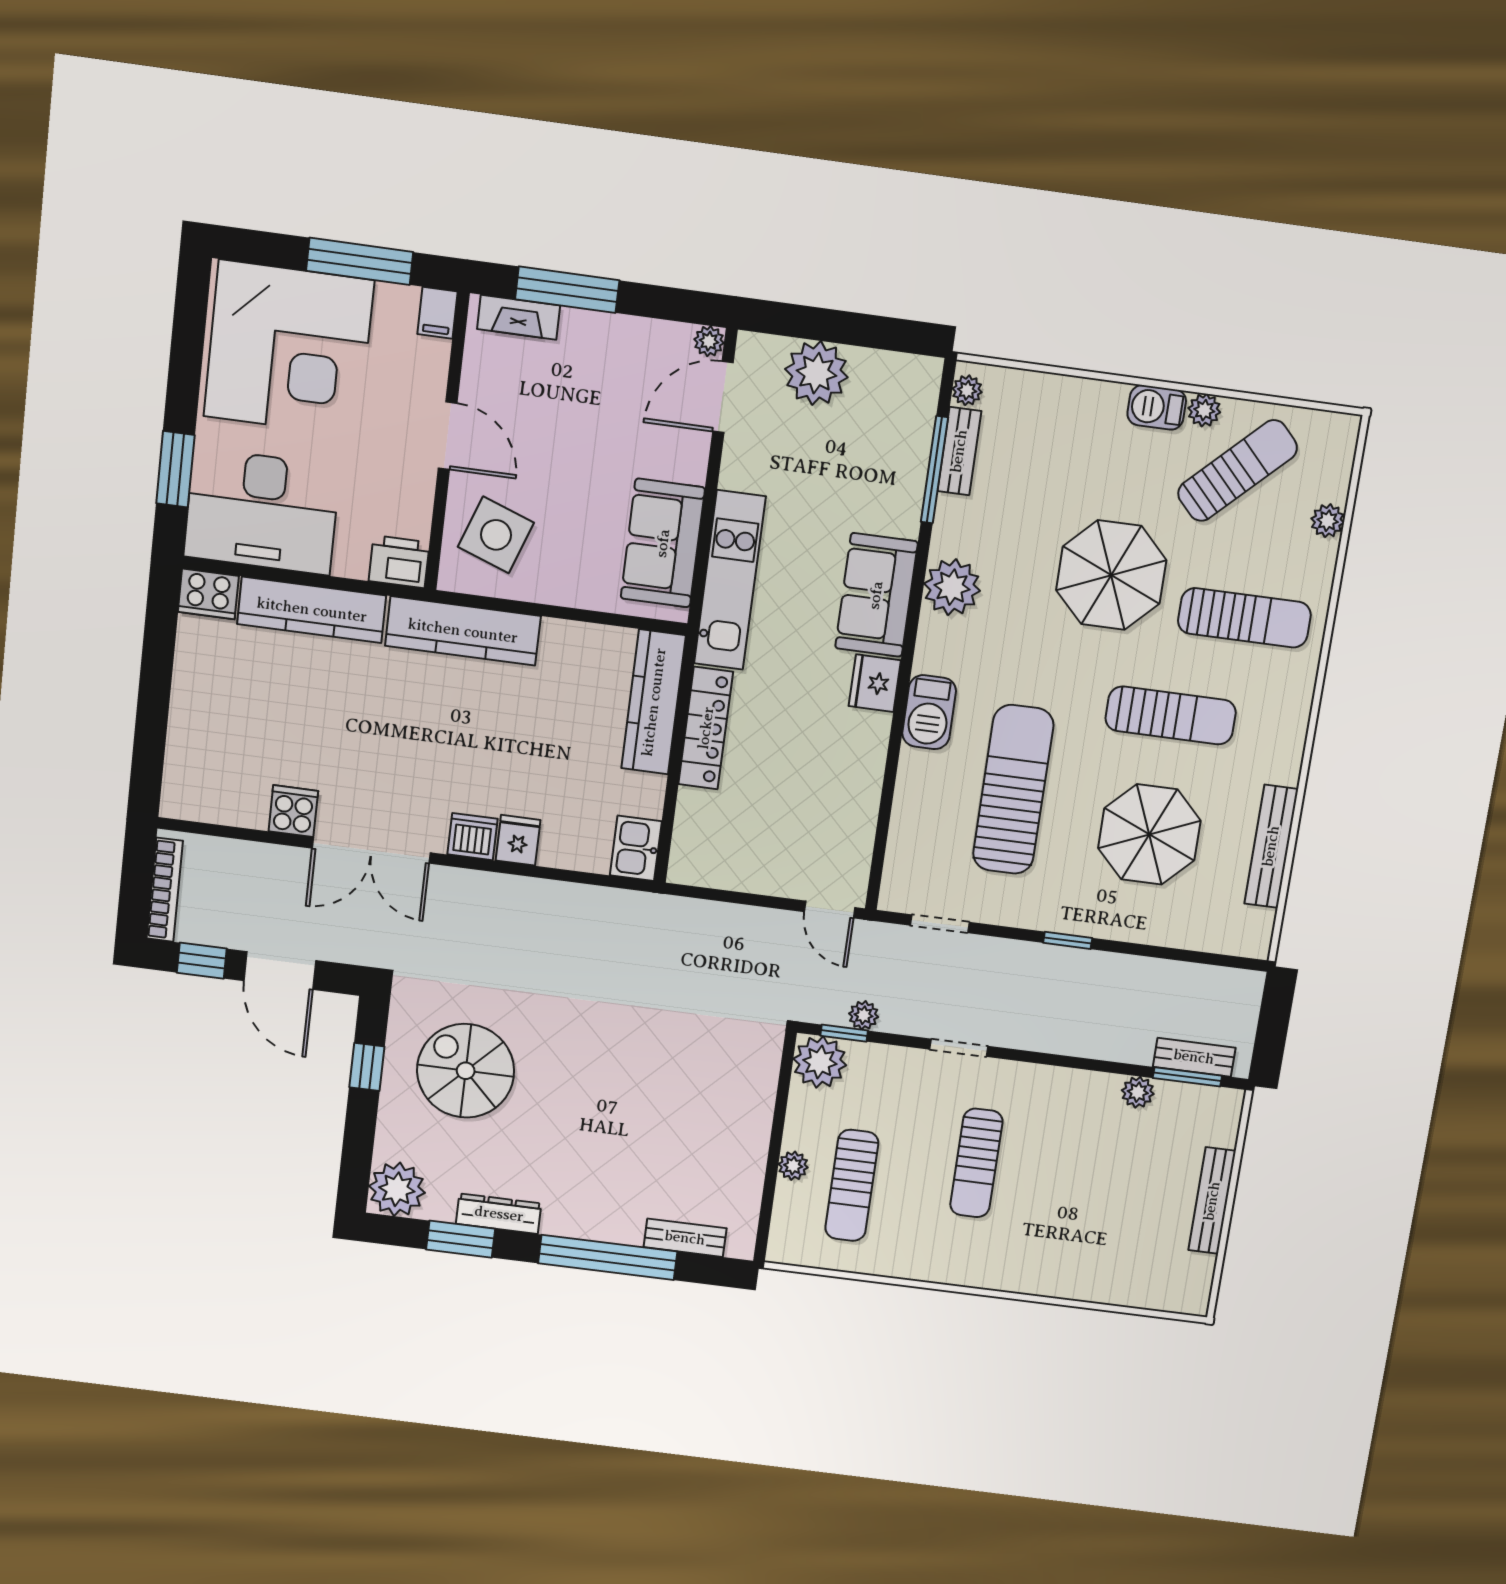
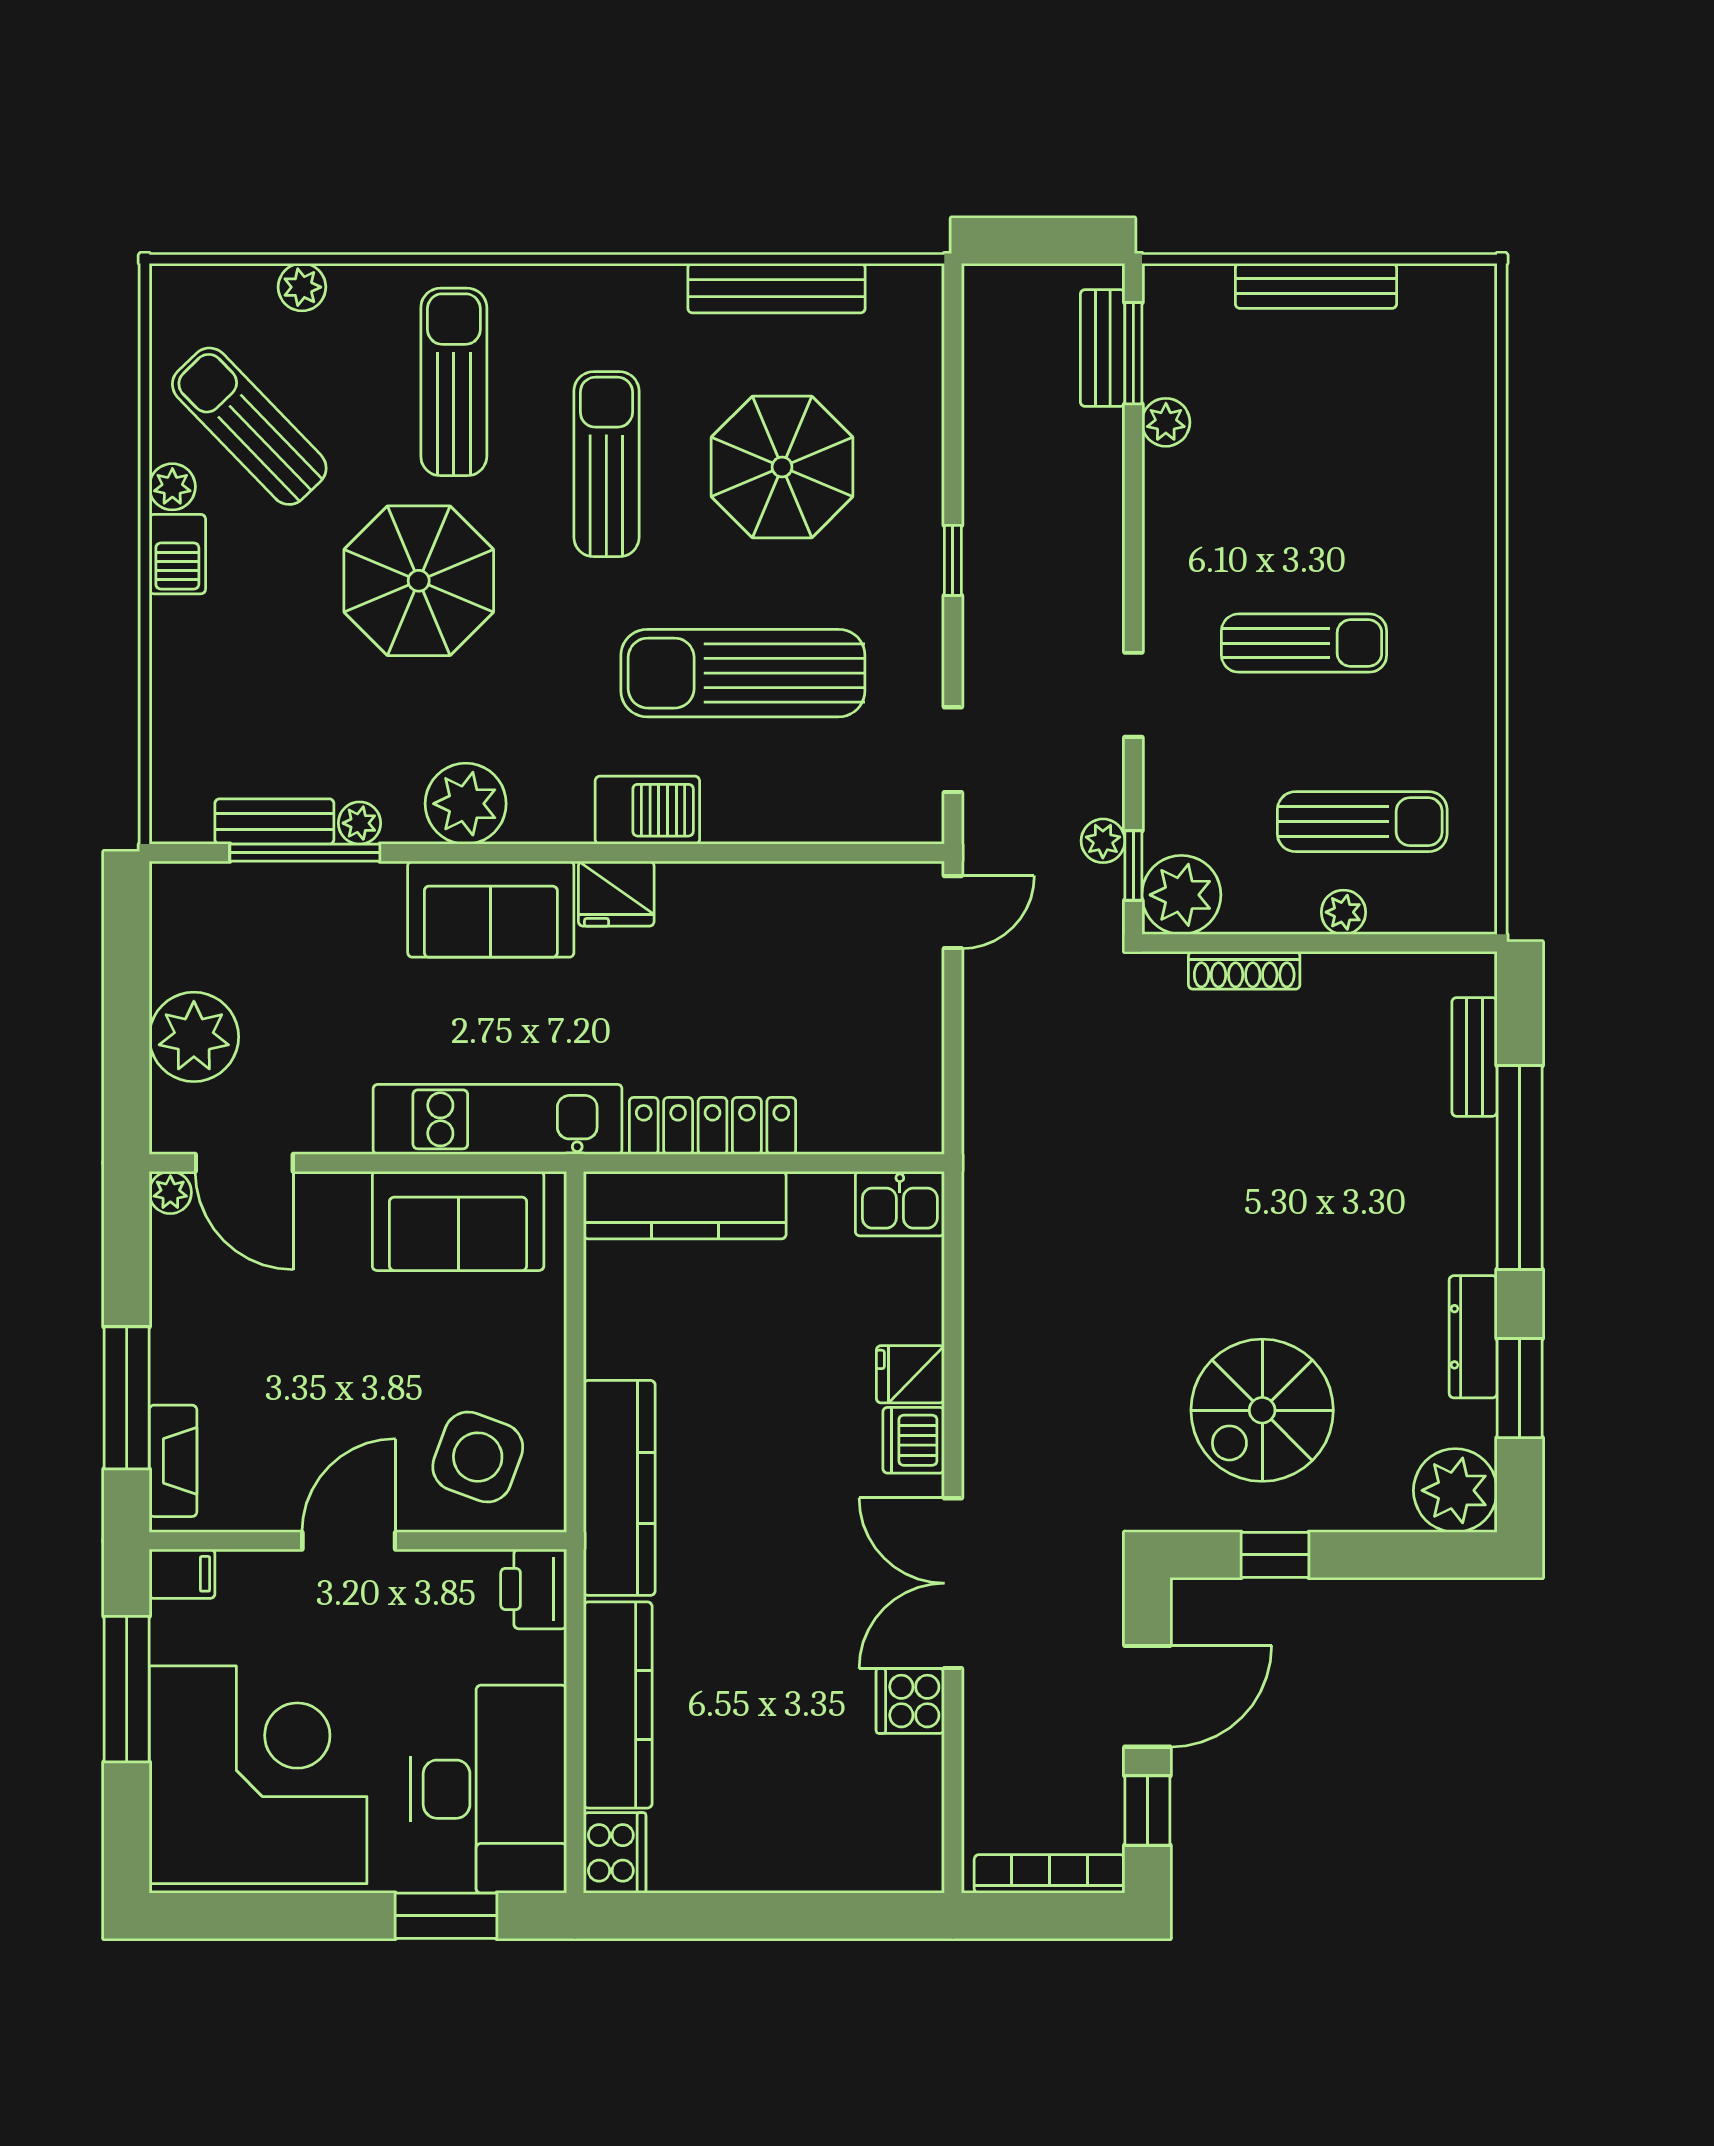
plant: (967, 390) -> (360, 823), moved
double door: (371, 850) -> (953, 1583), swing flipped
shoe rack: (763, 1097) -> (1244, 970), added

